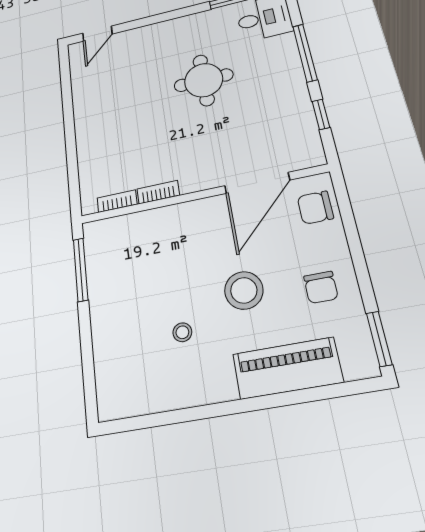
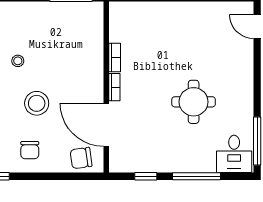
bookcase: (117, 201) -> (114, 87), moved
chair: (315, 208) -> (81, 158), turned -98
chair: (321, 287) -> (30, 150), turned -90

